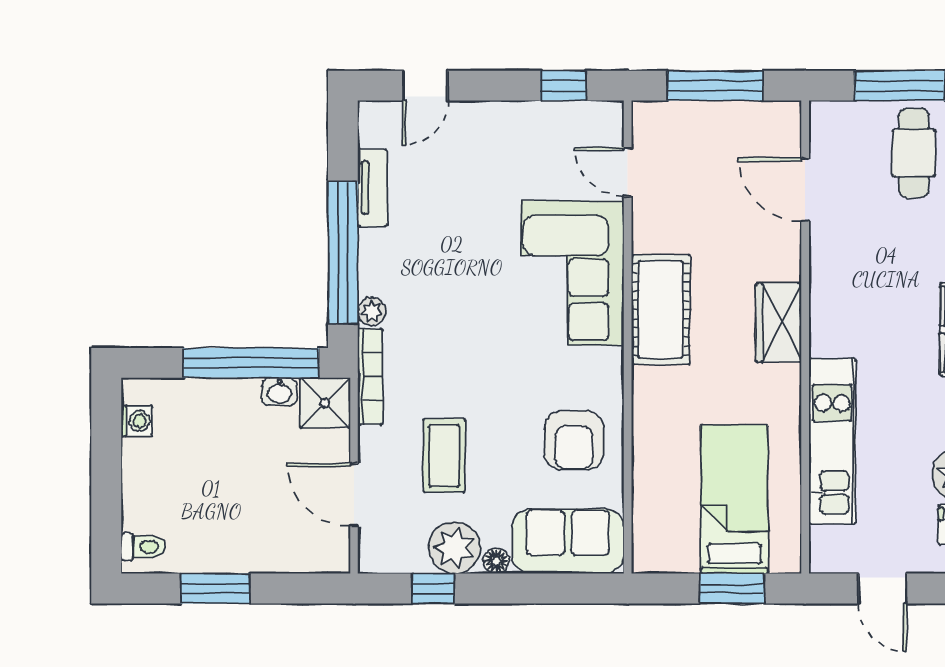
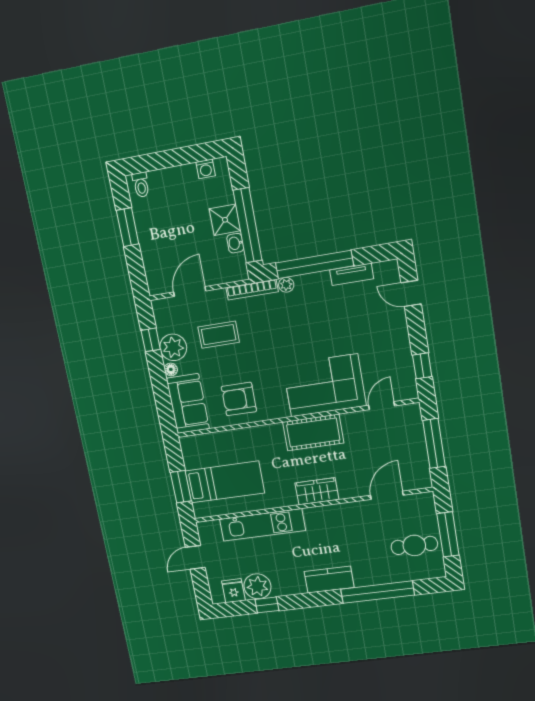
shower: (325, 403) -> (225, 220), moved

